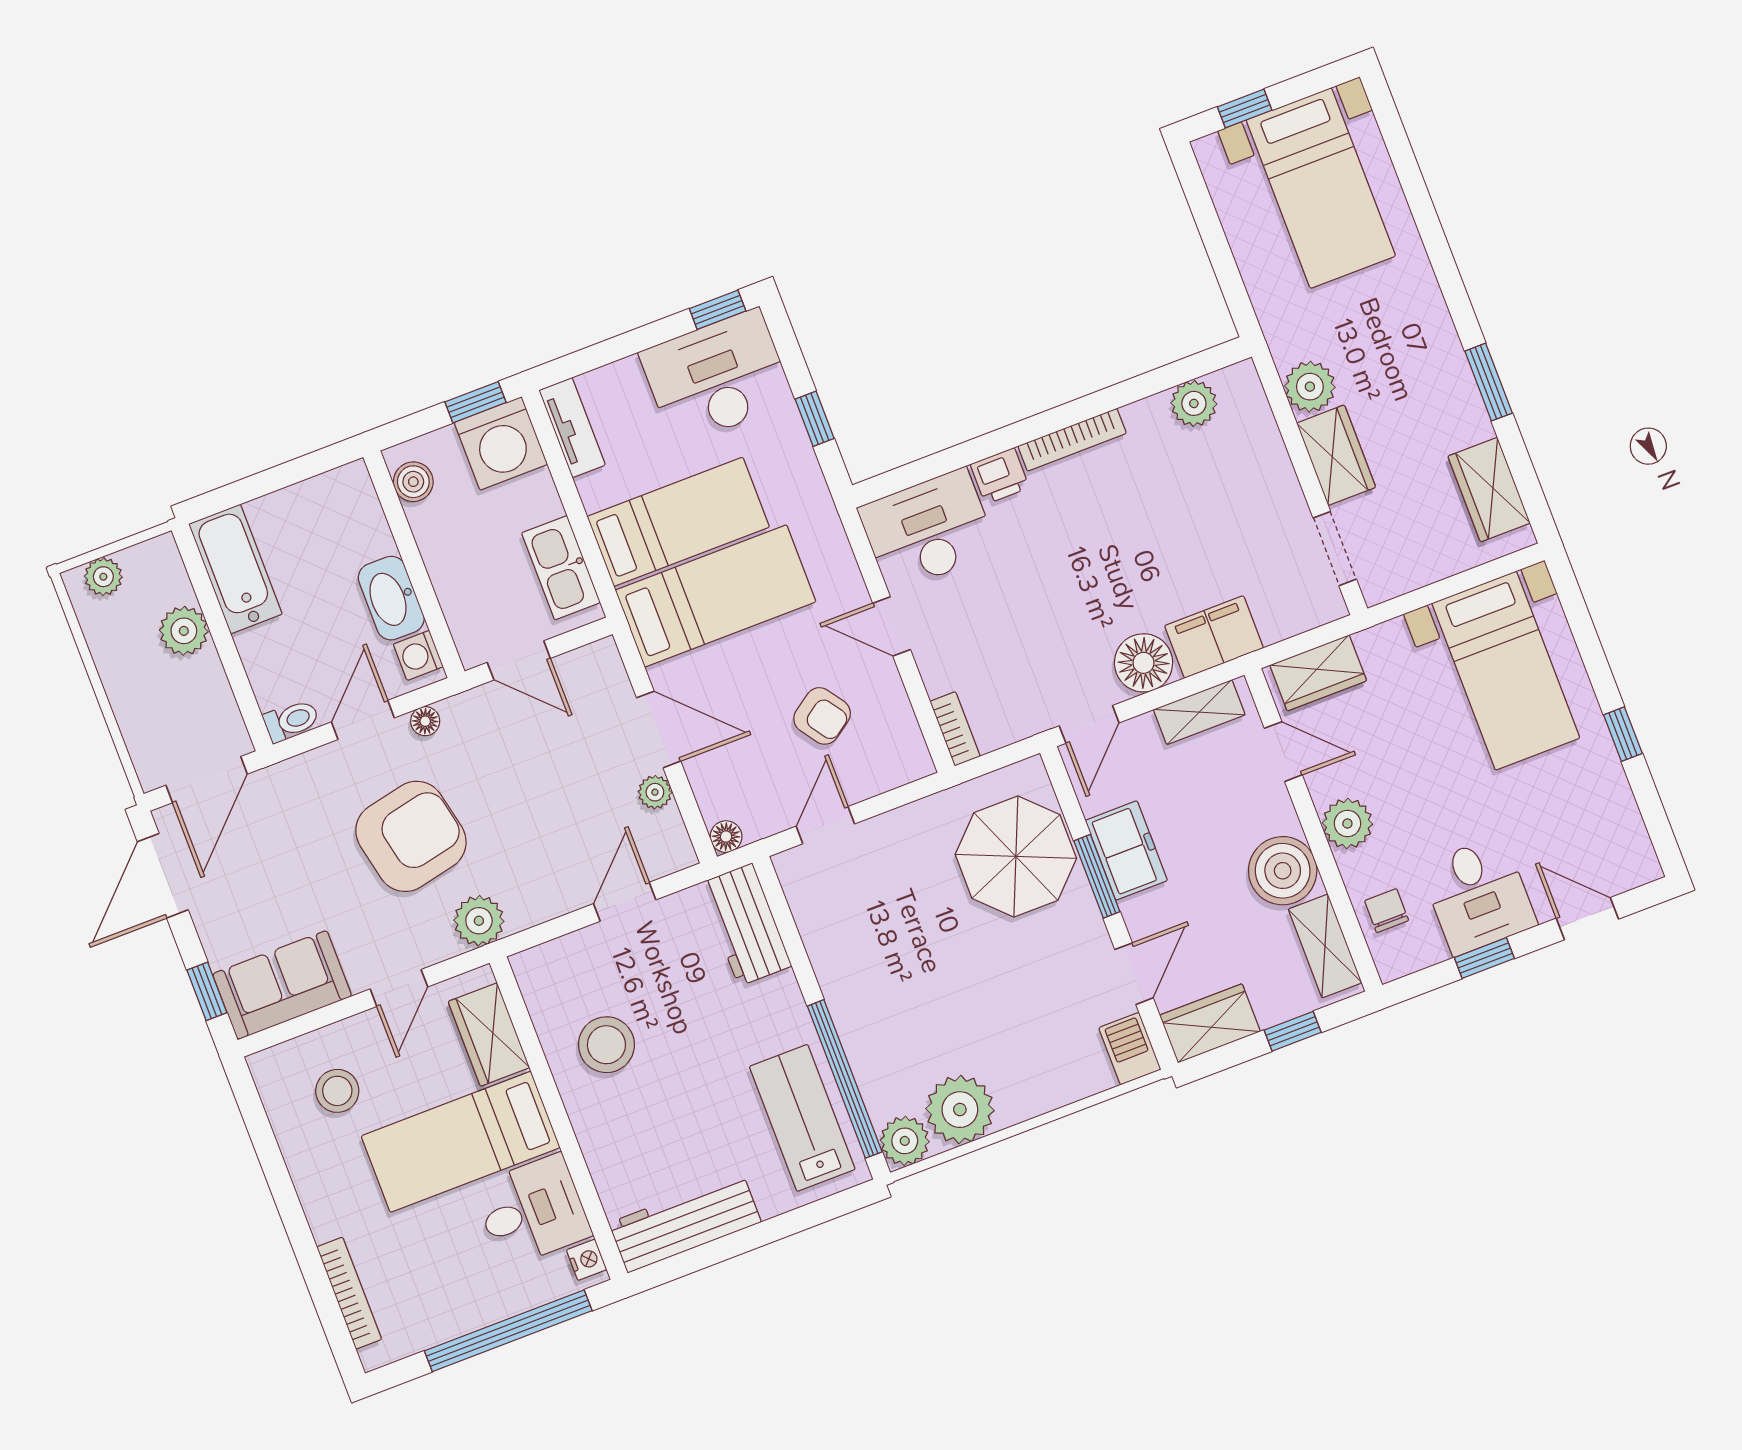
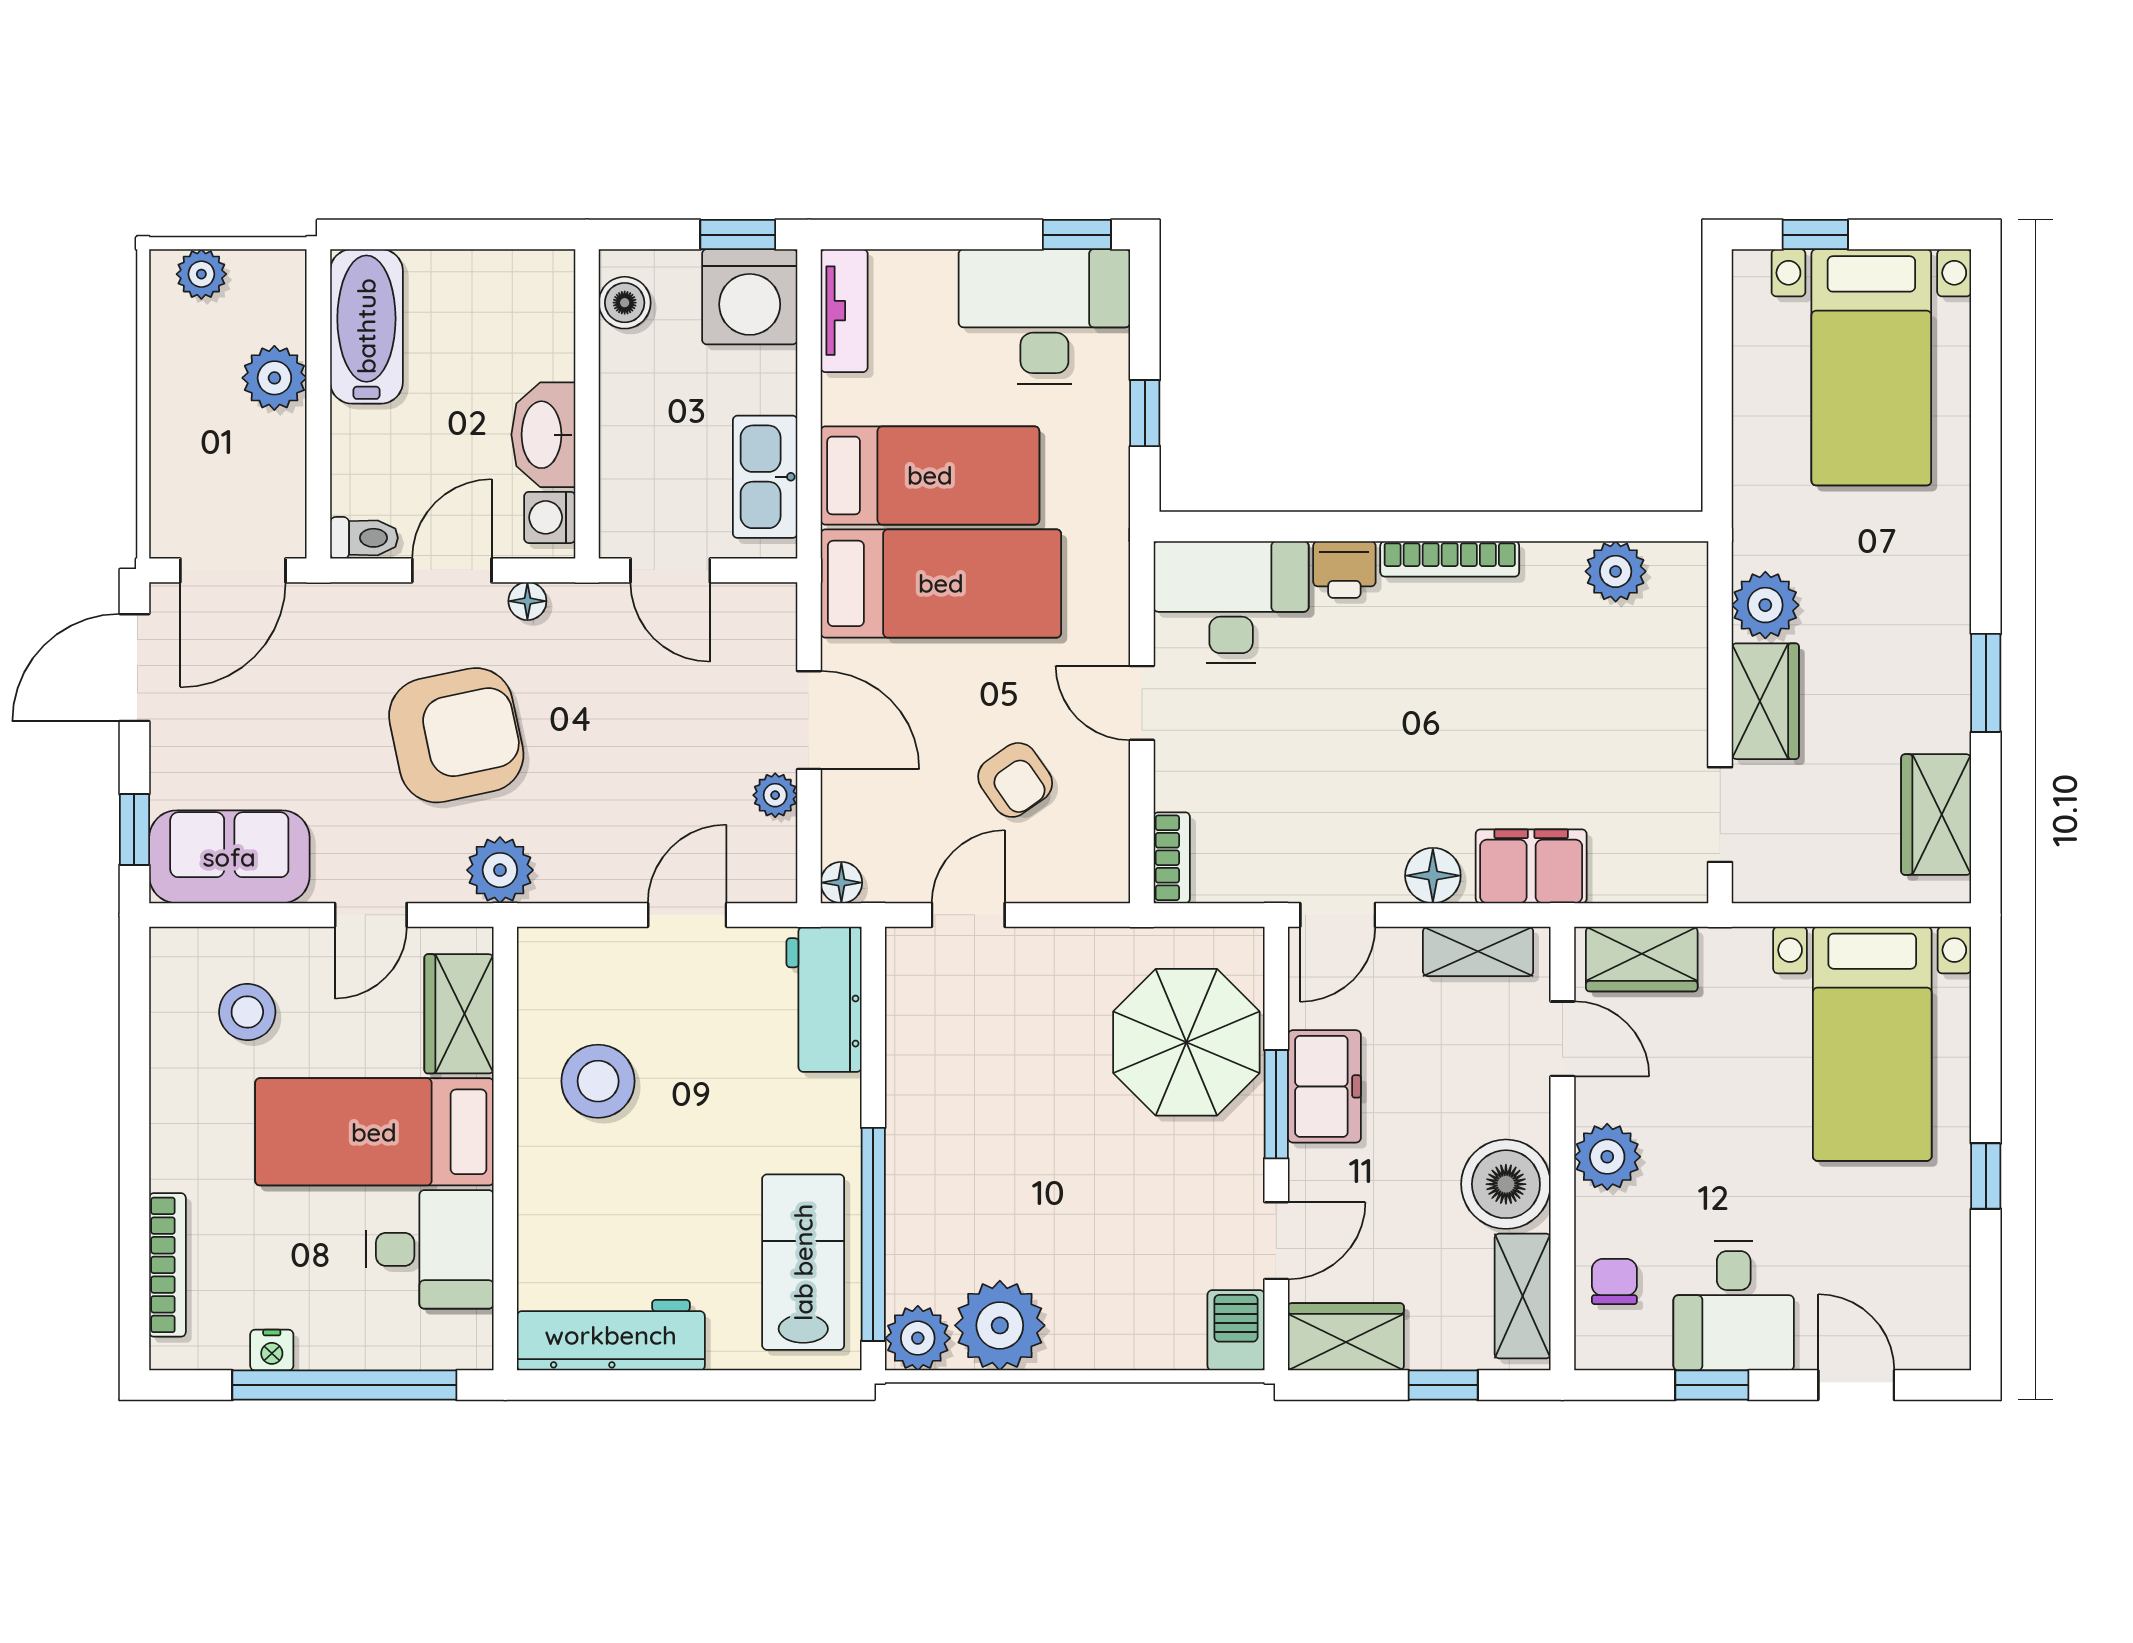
floor lamp: (1144, 663) -> (1433, 876), width x0.73, depth x0.73
nightstand: (587, 1260) -> (272, 1350), moved, turned 90

